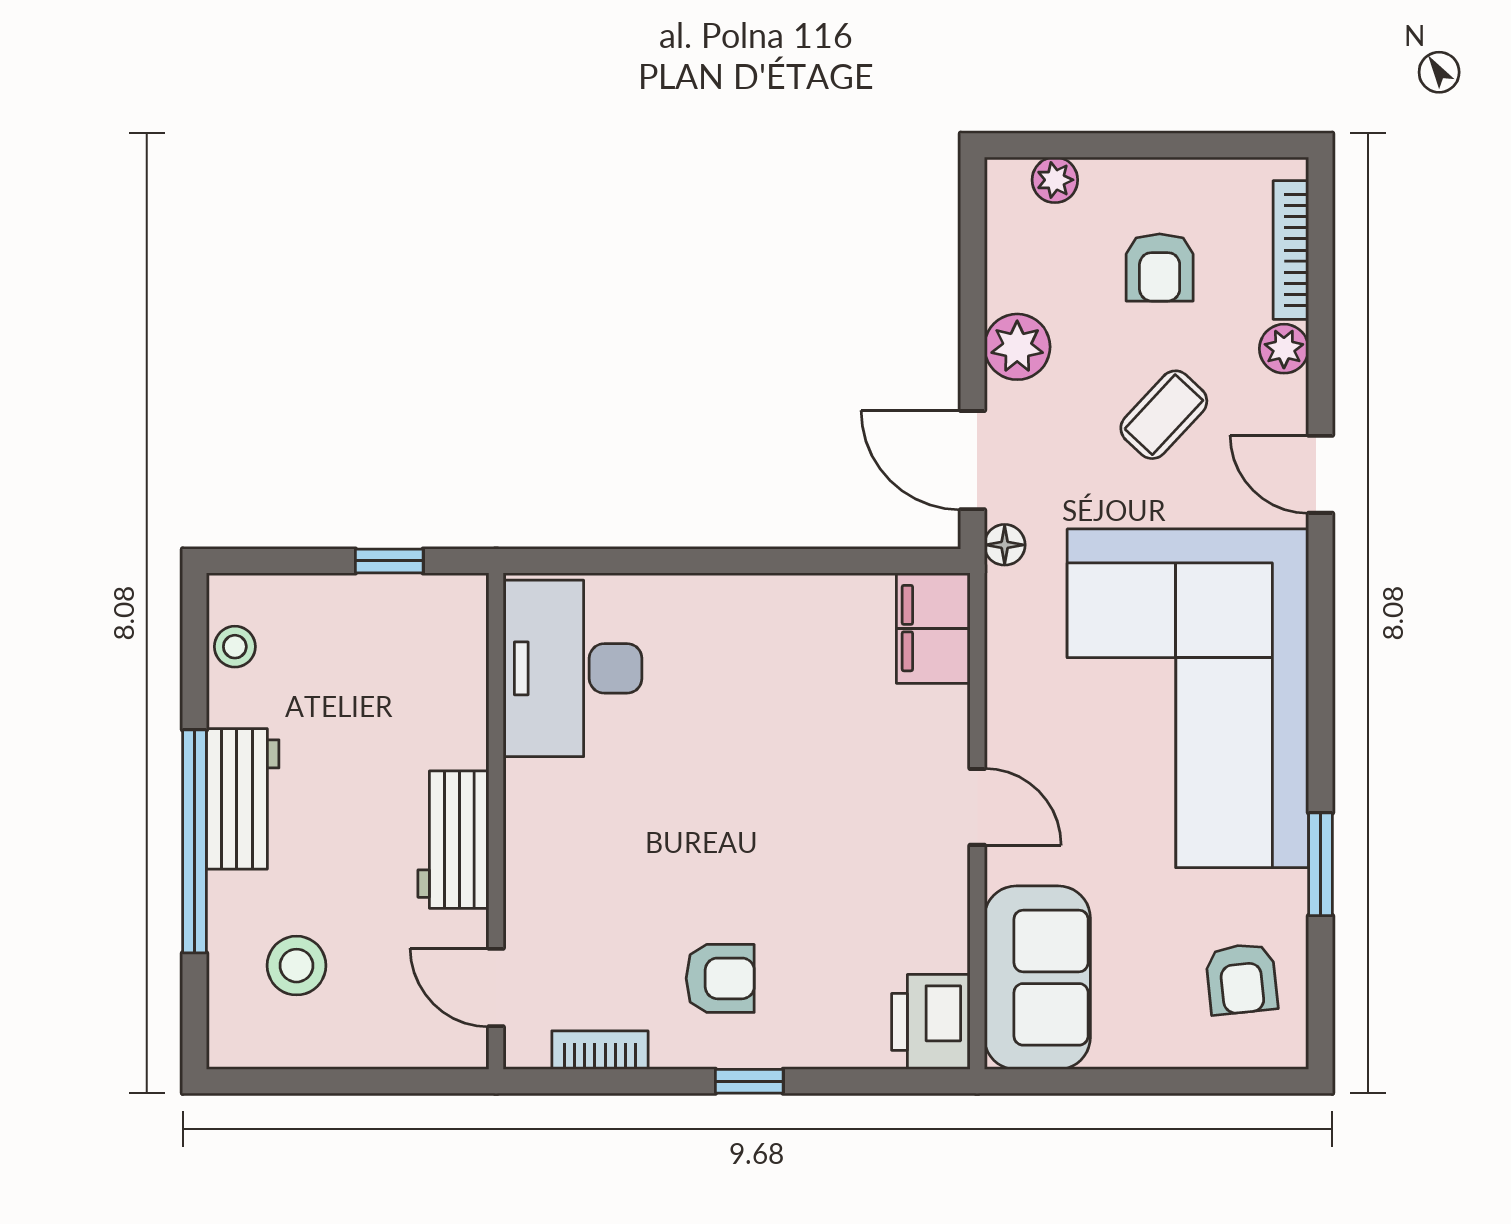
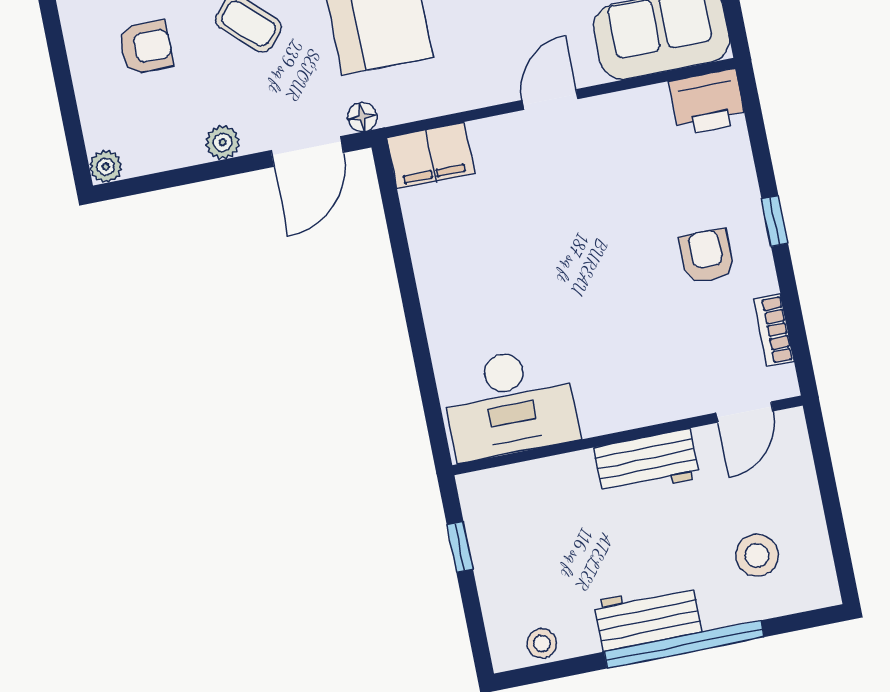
plant: (1055, 180) -> (106, 167), moved
plant: (1017, 347) -> (223, 142), width x0.73, depth x0.73

